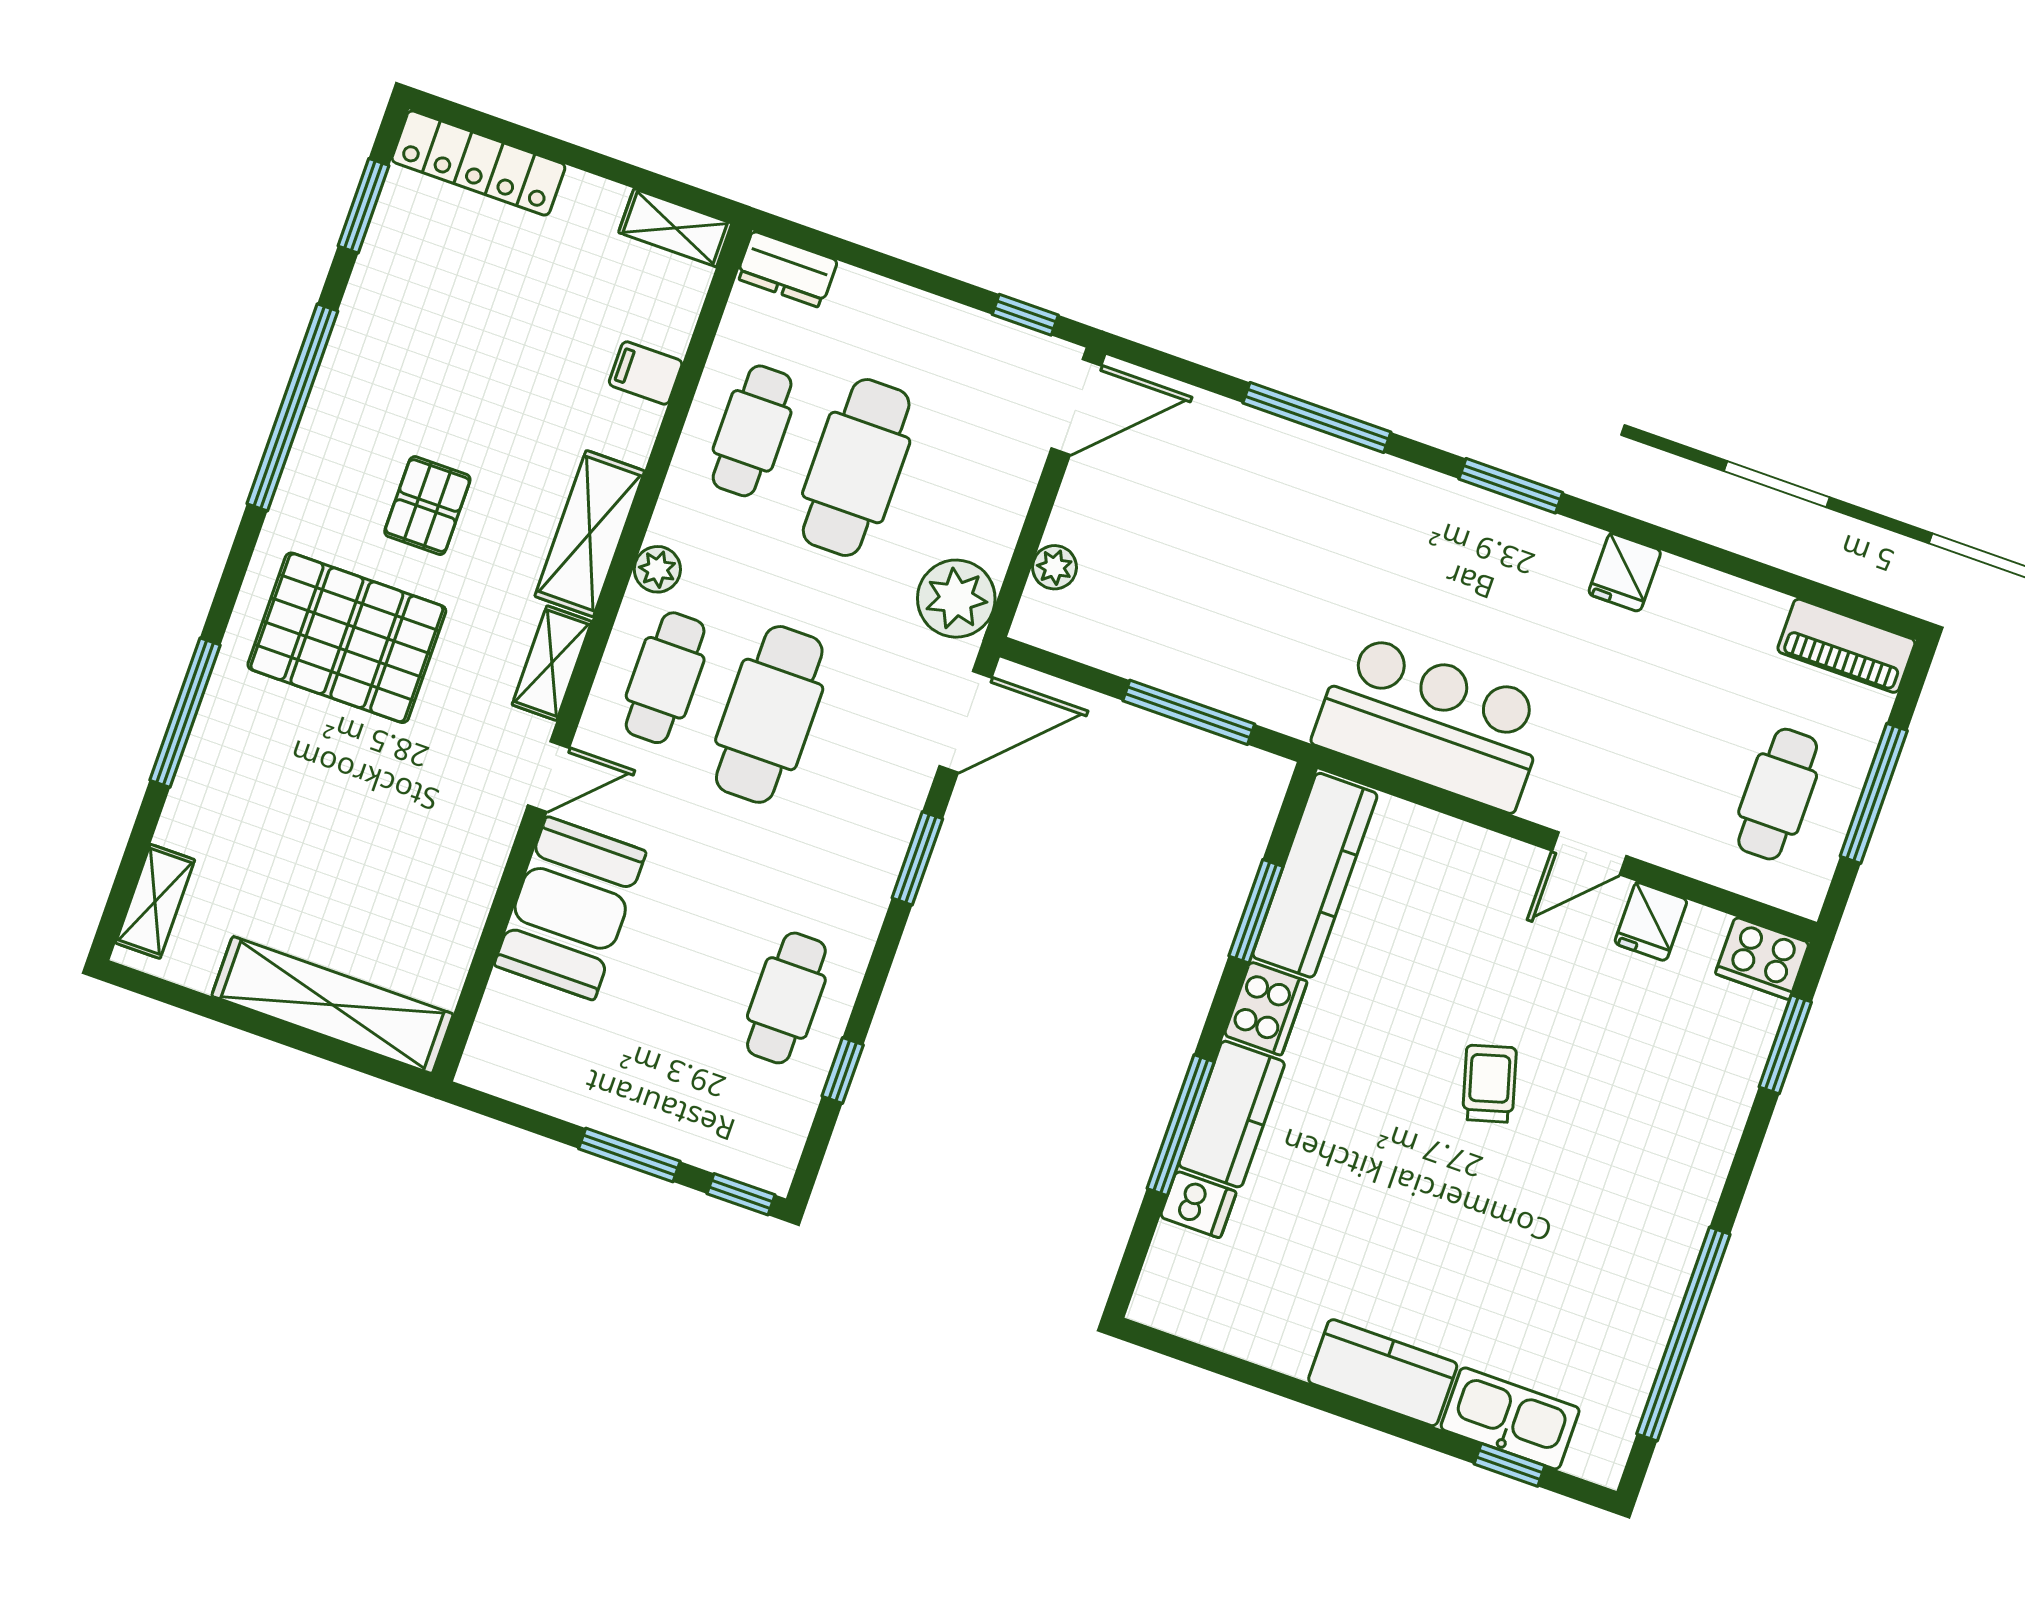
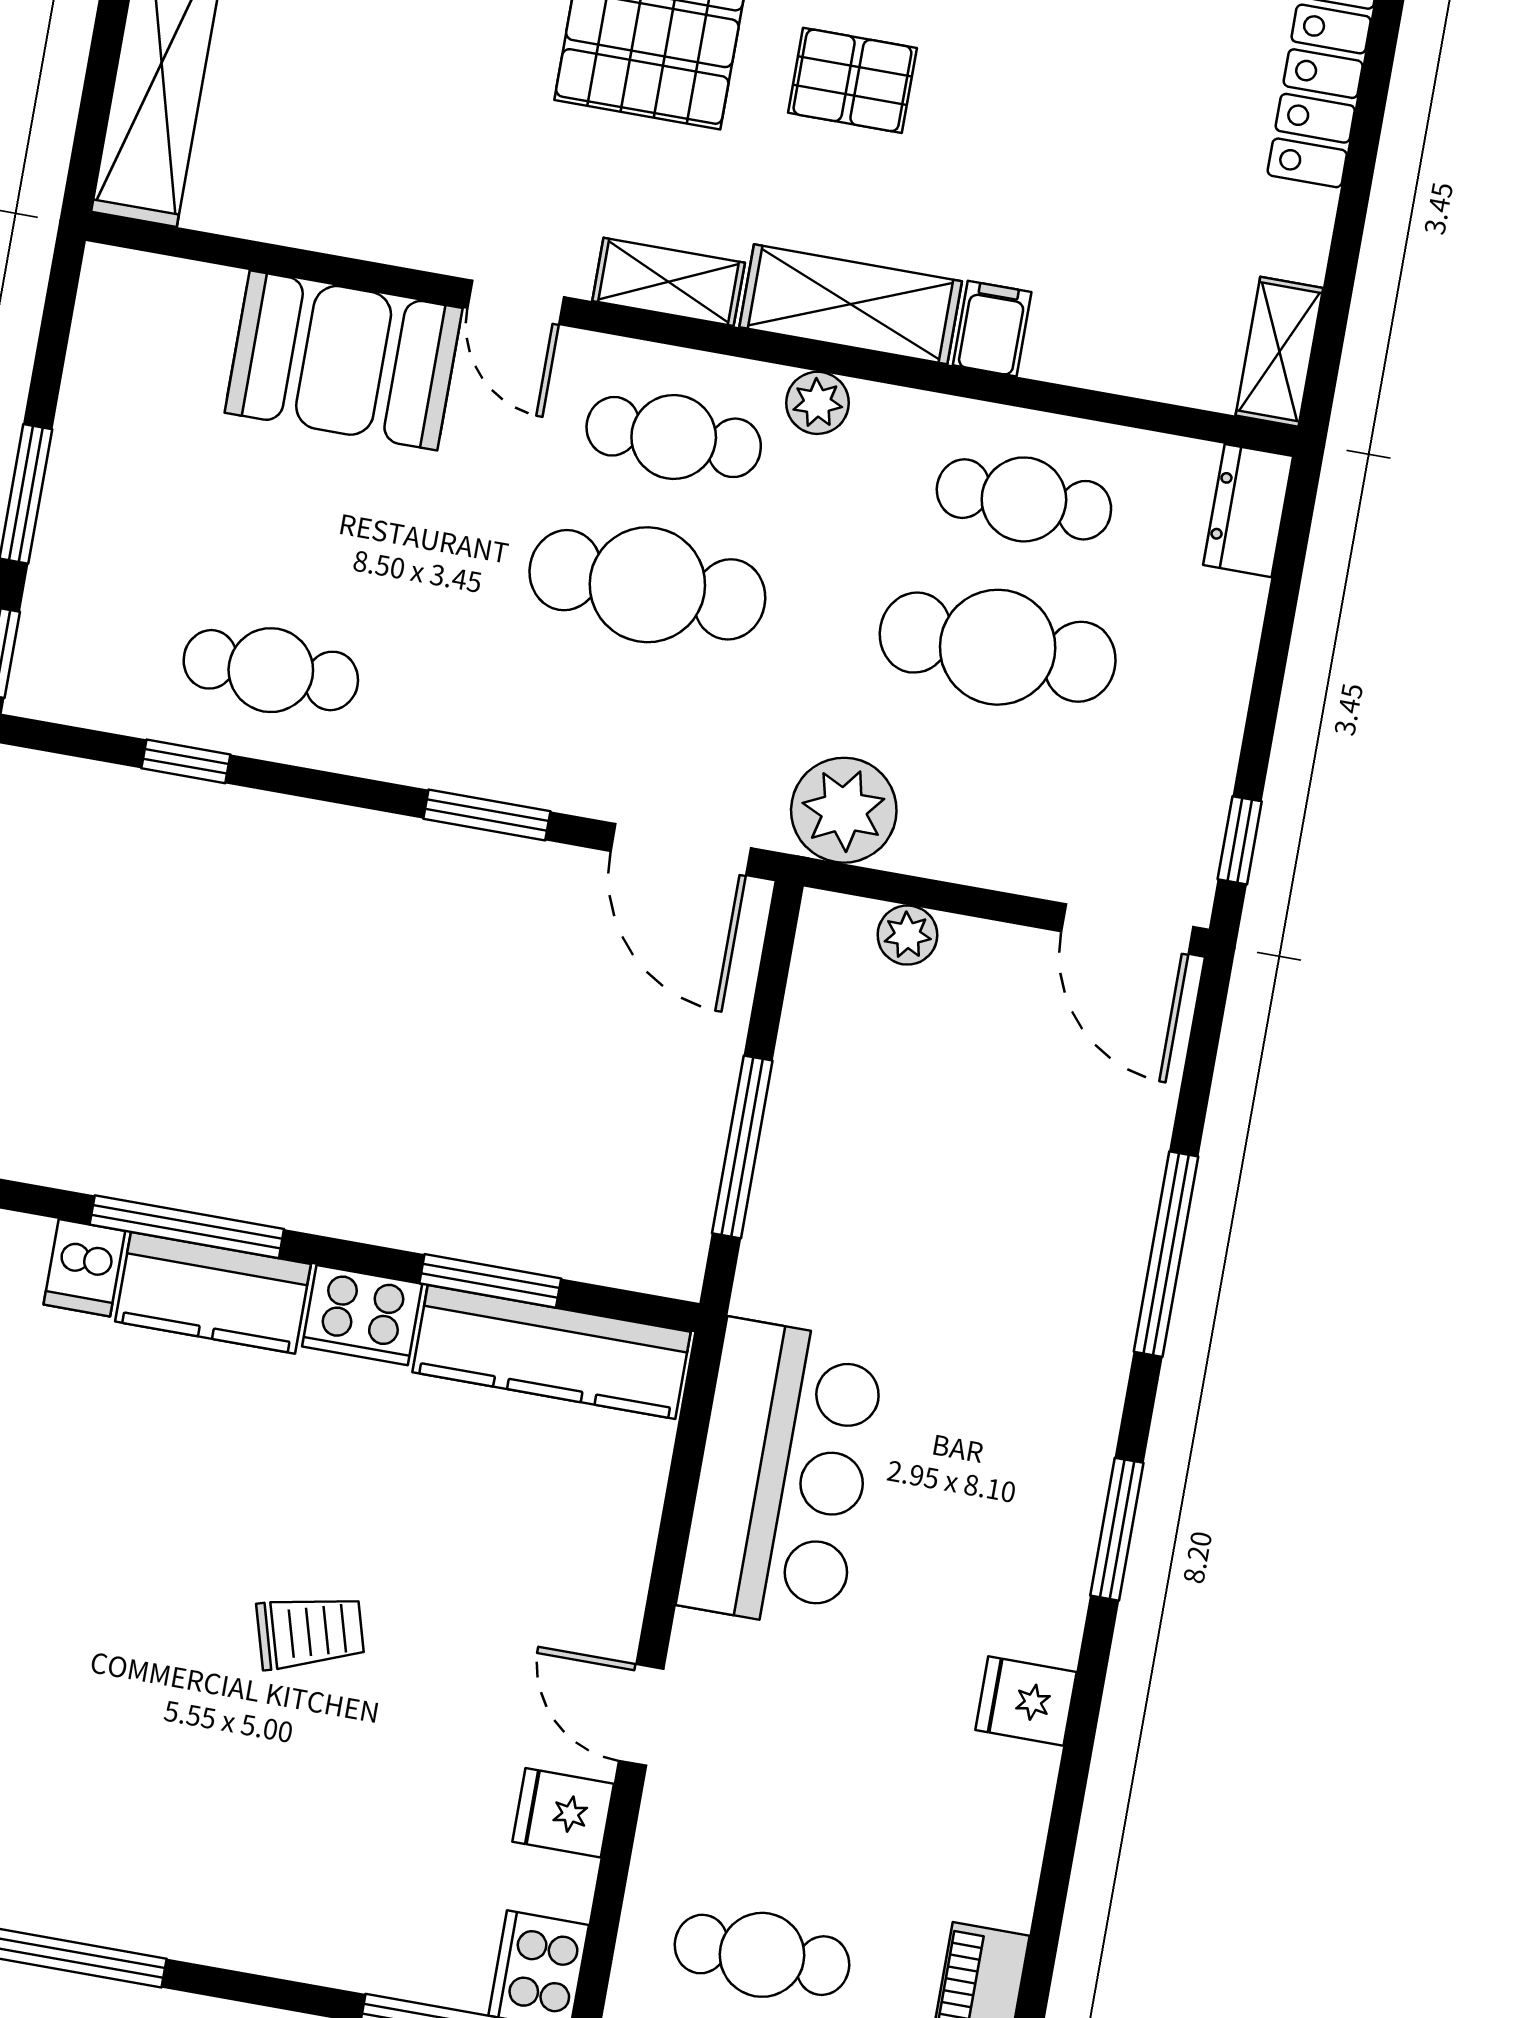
filing cabinet: (646, 373) -> (992, 329), moved

